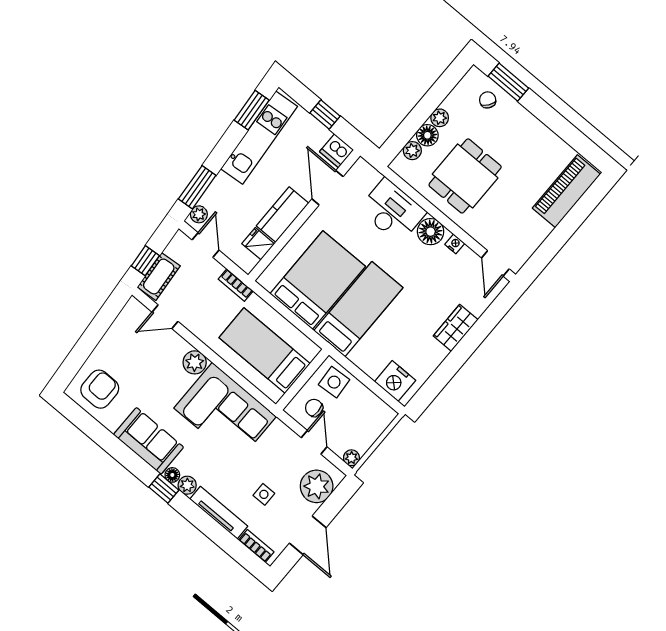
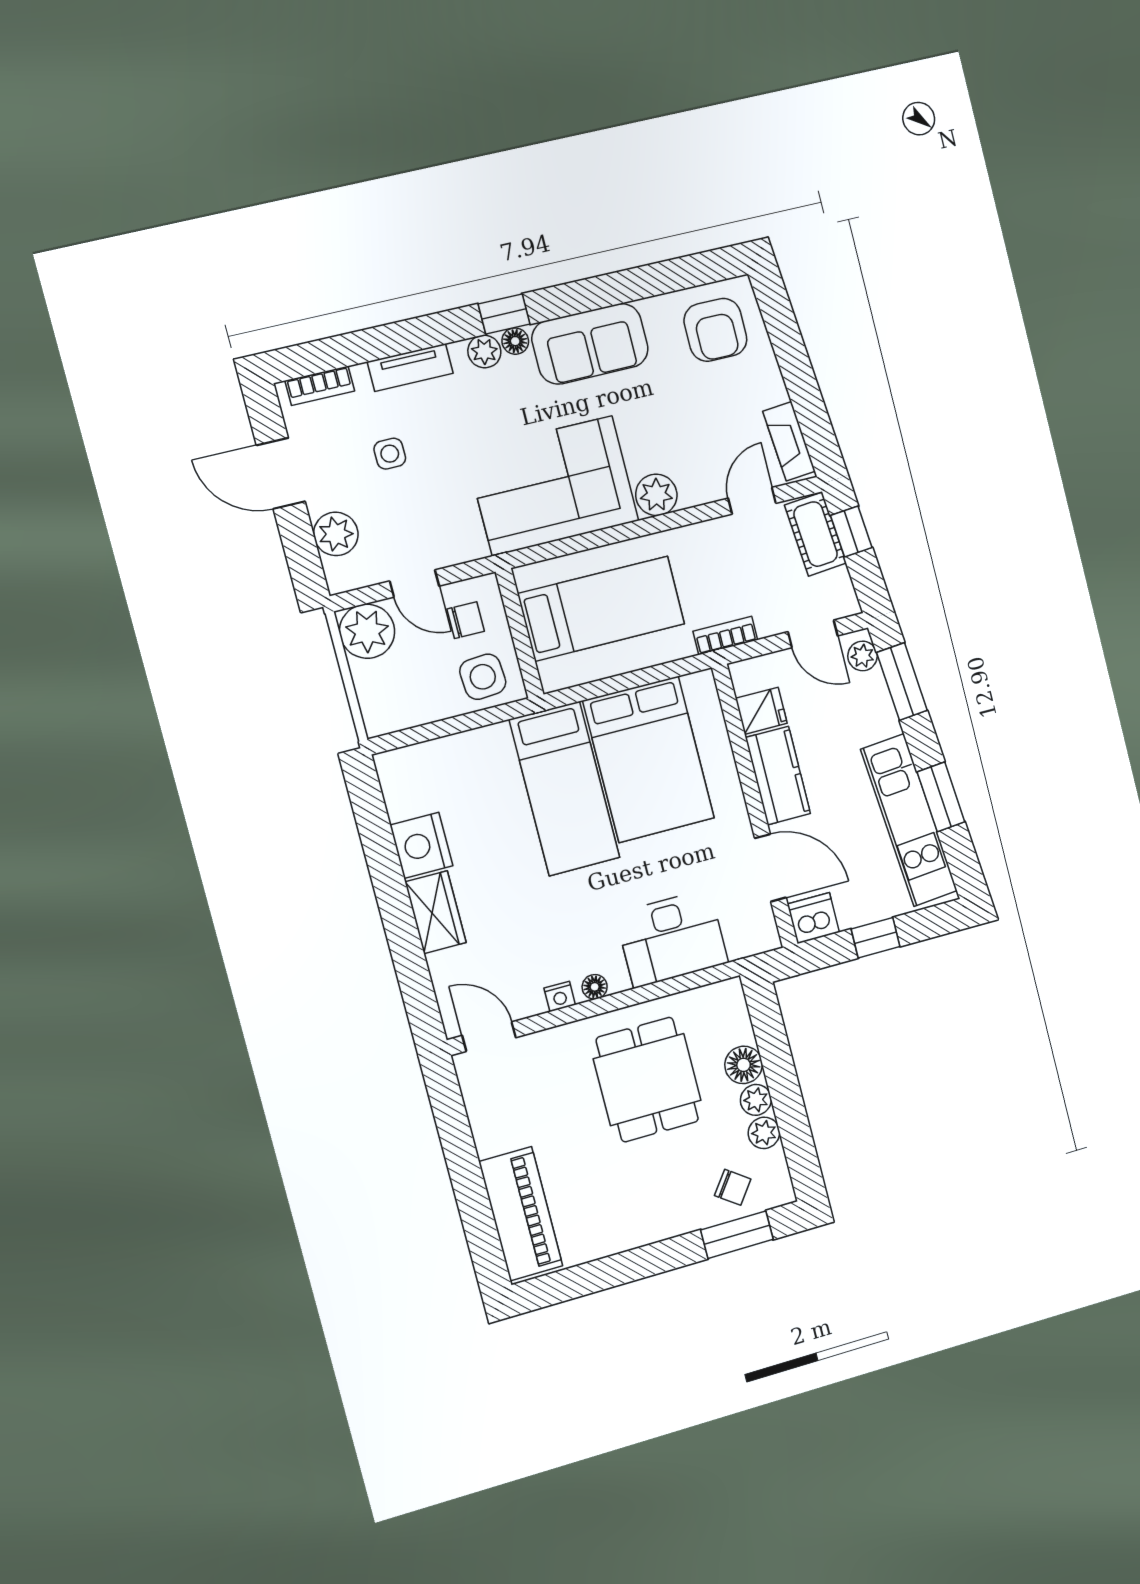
window: (252, 110) -> (941, 797), moved
plant: (412, 151) -> (764, 1133), moved
floor lamp: (431, 232) -> (595, 987), width x0.53, depth x0.53
fireplace: (125, 319) -> (789, 441), added
nightstand: (395, 381) -> (421, 845), moved, turned -90
plant: (351, 458) -> (367, 631), width x1.87, depth x1.87
plant: (317, 486) -> (336, 534), width x0.73, depth x0.73
tv unit: (219, 513) -> (410, 368), width x0.71

